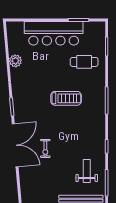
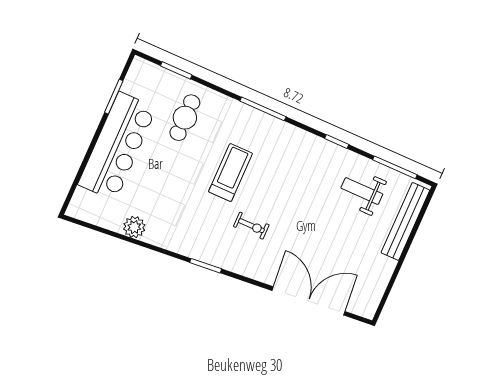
double door: (15, 145) -> (309, 301), moved
exercise bike: (45, 148) -> (251, 226), moved

